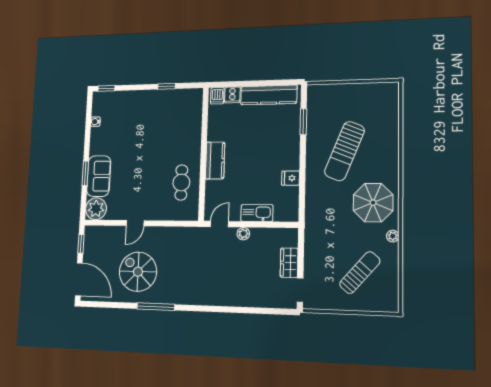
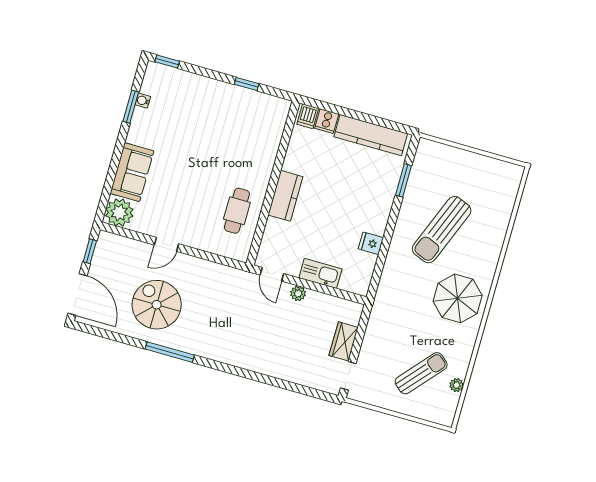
window: (85, 173) -> (131, 107), moved
door: (219, 224) -> (272, 274), swing flipped
plant: (393, 236) -> (457, 385), moved

